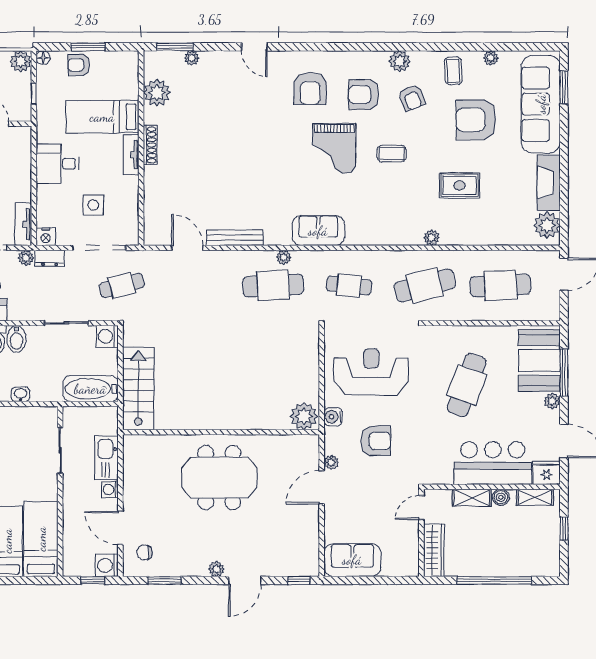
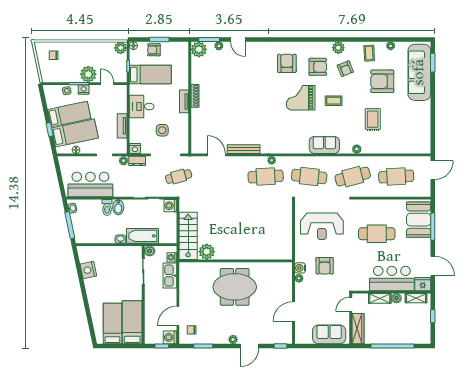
door: (254, 47) -> (238, 39), moved
armchair: (310, 89) -> (287, 63), turned 180
plant: (157, 93) -> (199, 49), moved
armchair: (364, 95) -> (318, 67), turned 180
bed: (102, 117) -> (150, 74), moved, turned 180
grand piano: (334, 148) -> (301, 98), turned 90
fireplace: (549, 183) -> (424, 117), removed
rug: (460, 185) -> (373, 119), turned 90
tv unit: (23, 224) -> (122, 126), moved
plant: (547, 225) -> (423, 142), removed
sofa: (318, 231) -> (324, 145), moved
cafe table: (349, 285) -> (309, 177), width x1.37, depth x1.35
reception desk: (371, 372) -> (322, 226), turned 180
cafe table: (467, 385) -> (377, 234), turned 70
bathtub: (90, 389) -> (142, 236), moved
plant: (552, 401) -> (426, 243), removed
boiler: (71, 415) -> (150, 251), added
plant: (304, 416) -> (207, 252), moved
water cooler: (333, 417) -> (300, 268), moved
armchair: (376, 441) -> (325, 266), turned 90
door: (322, 487) -> (293, 312), moved
washing machine: (110, 489) -> (172, 257), moved
door: (120, 528) -> (178, 316), hinge flipped
sofa: (352, 560) -> (329, 334), moved

